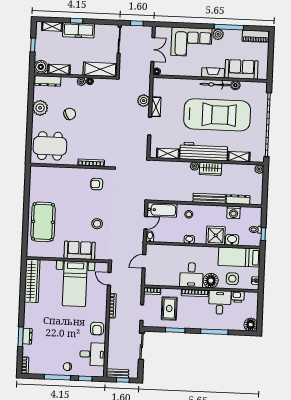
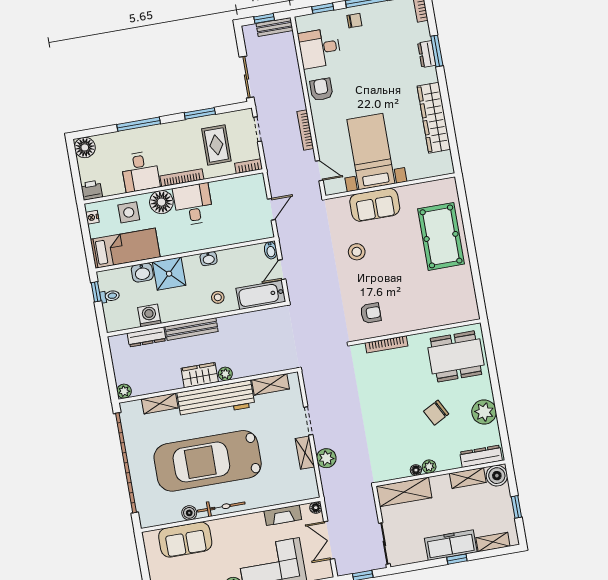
fireplace: (213, 73) -> (283, 515), moved
wardrobe: (32, 281) -> (434, 118), moved
printer: (238, 297) -> (92, 190), moved

